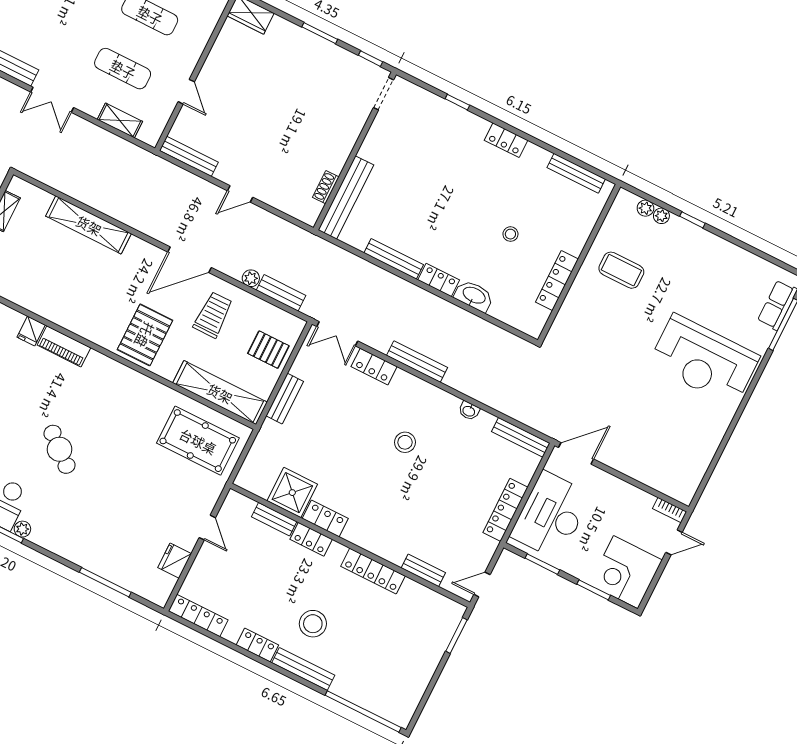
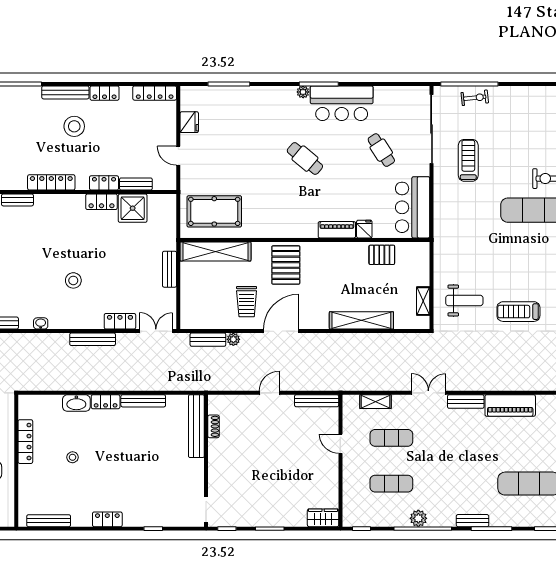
pallet: (268, 350) -> (382, 255), moved

